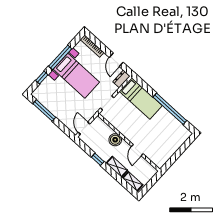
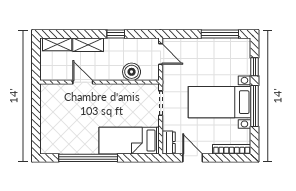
boiler: (115, 140) -> (132, 72), moved

